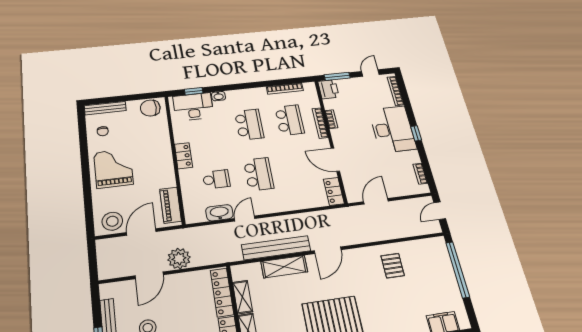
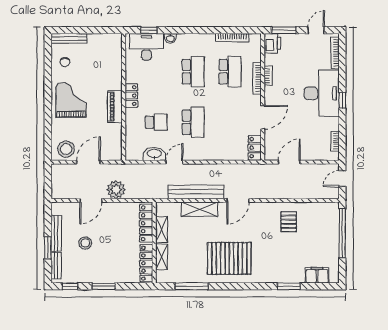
chair: (150, 108) -> (108, 43), removed
door: (335, 160) -> (263, 117), swing flipped
piano: (171, 205) -> (115, 107), moved

